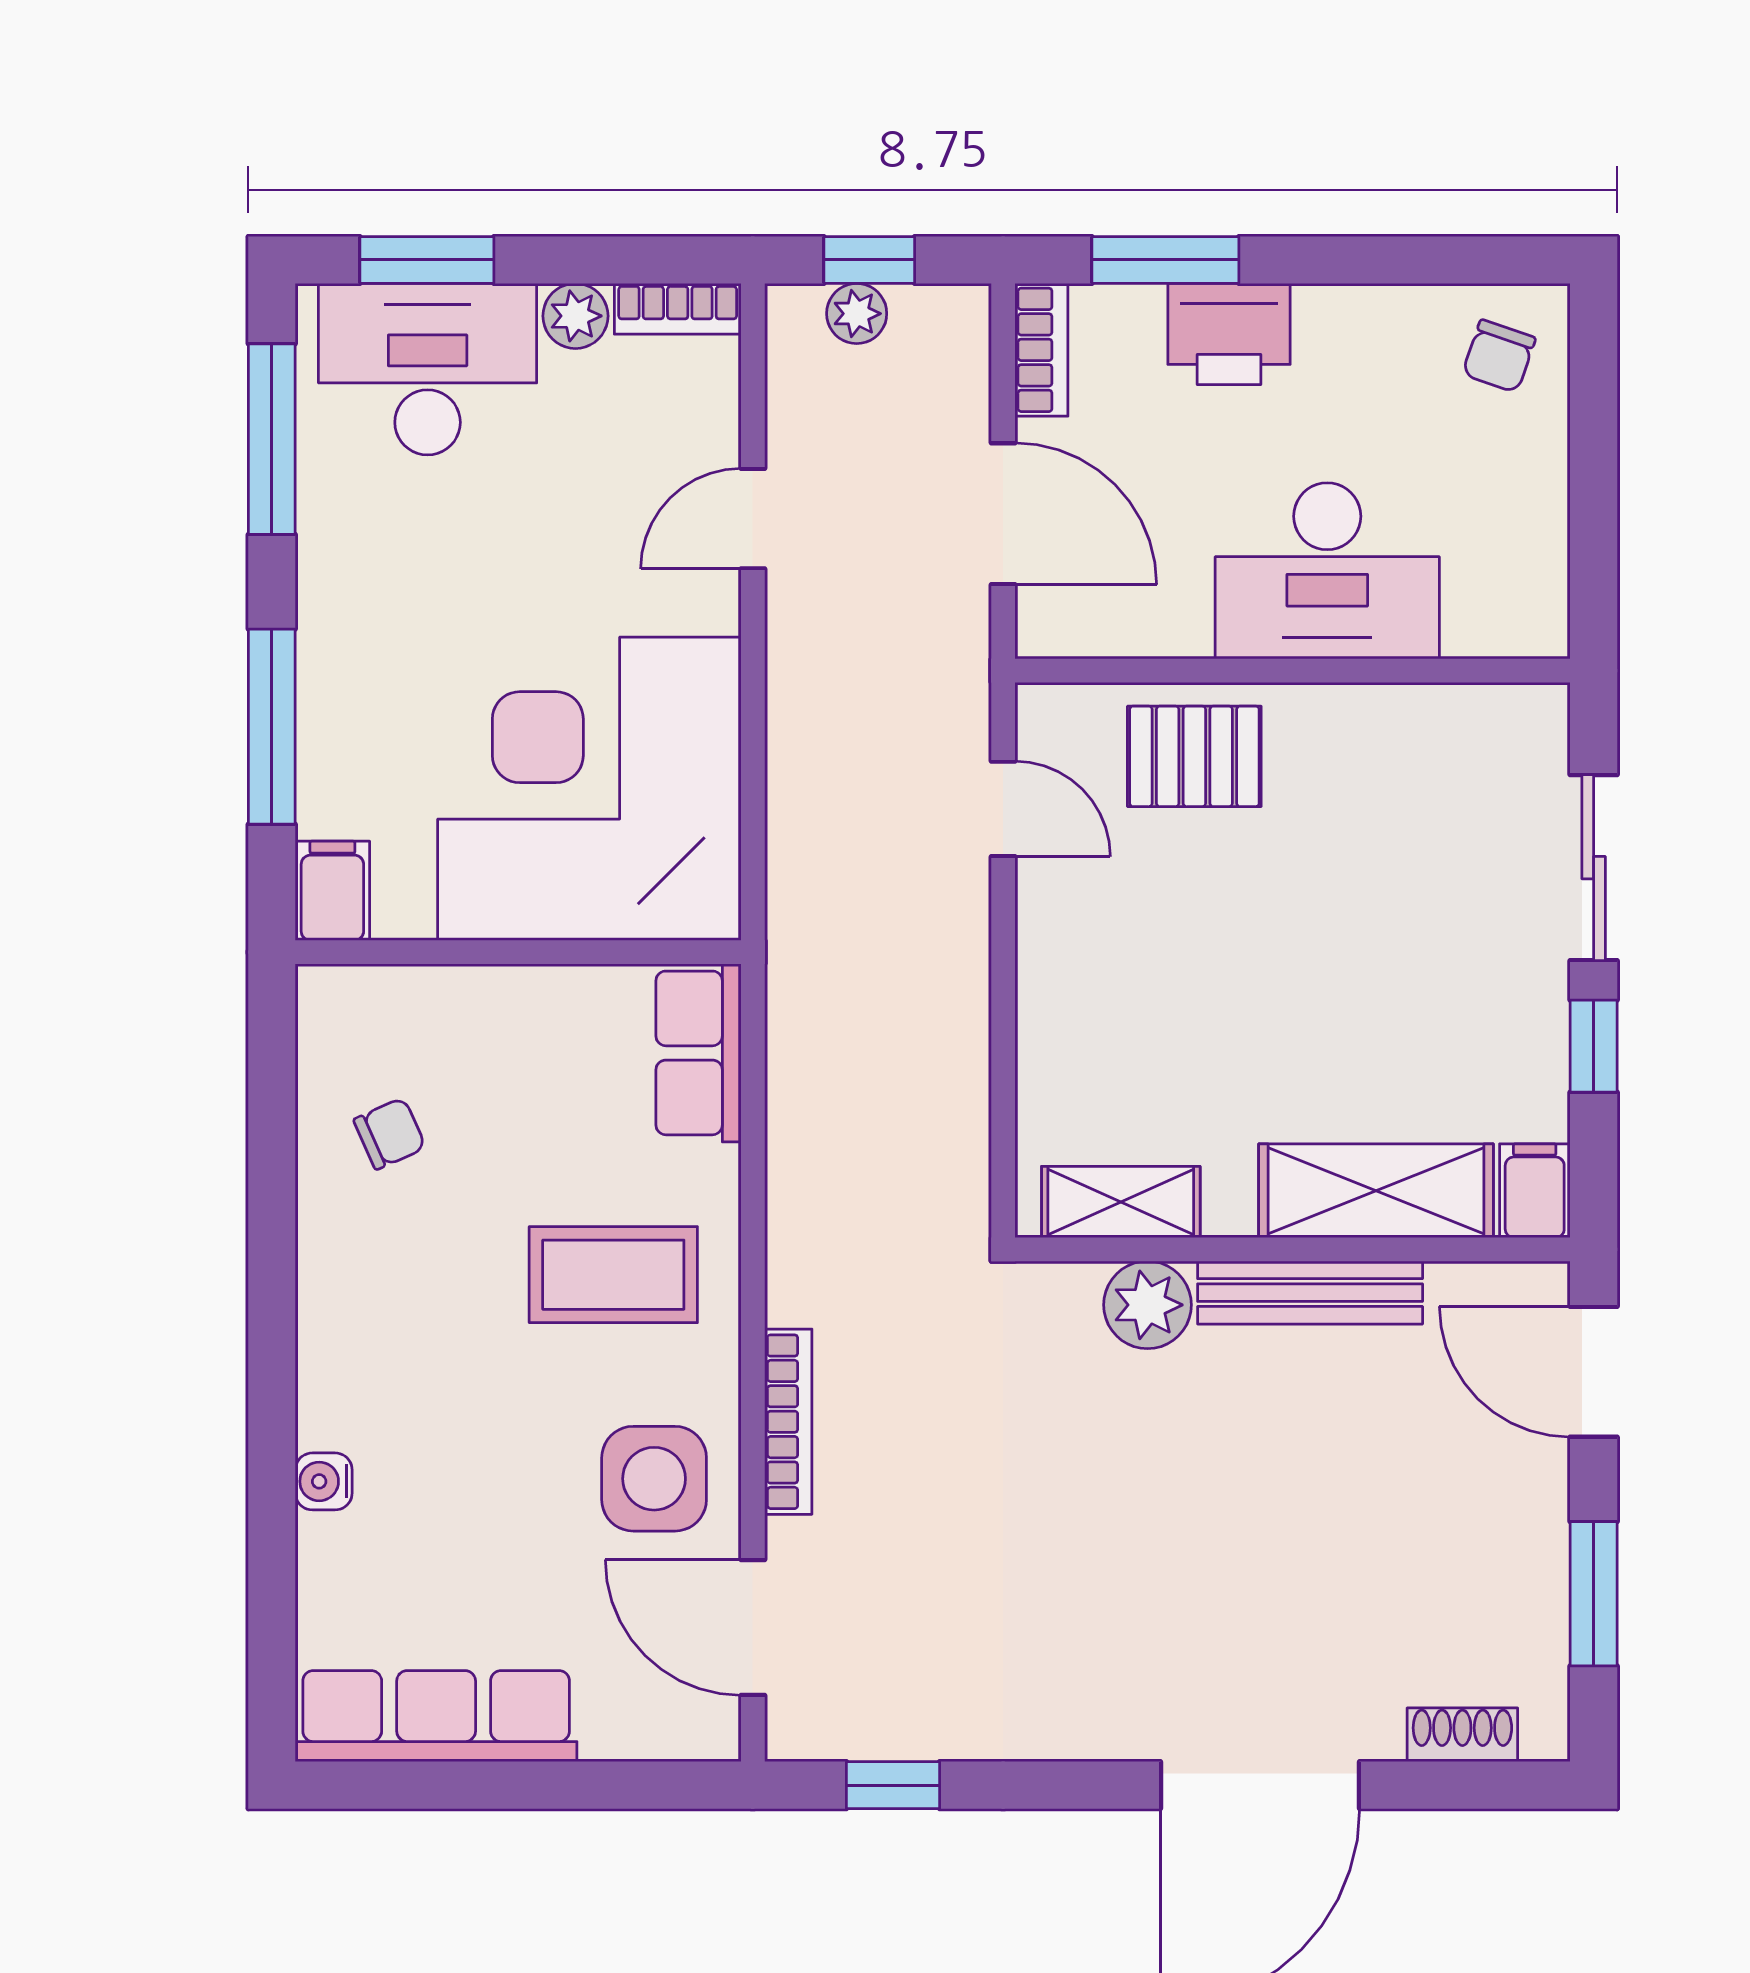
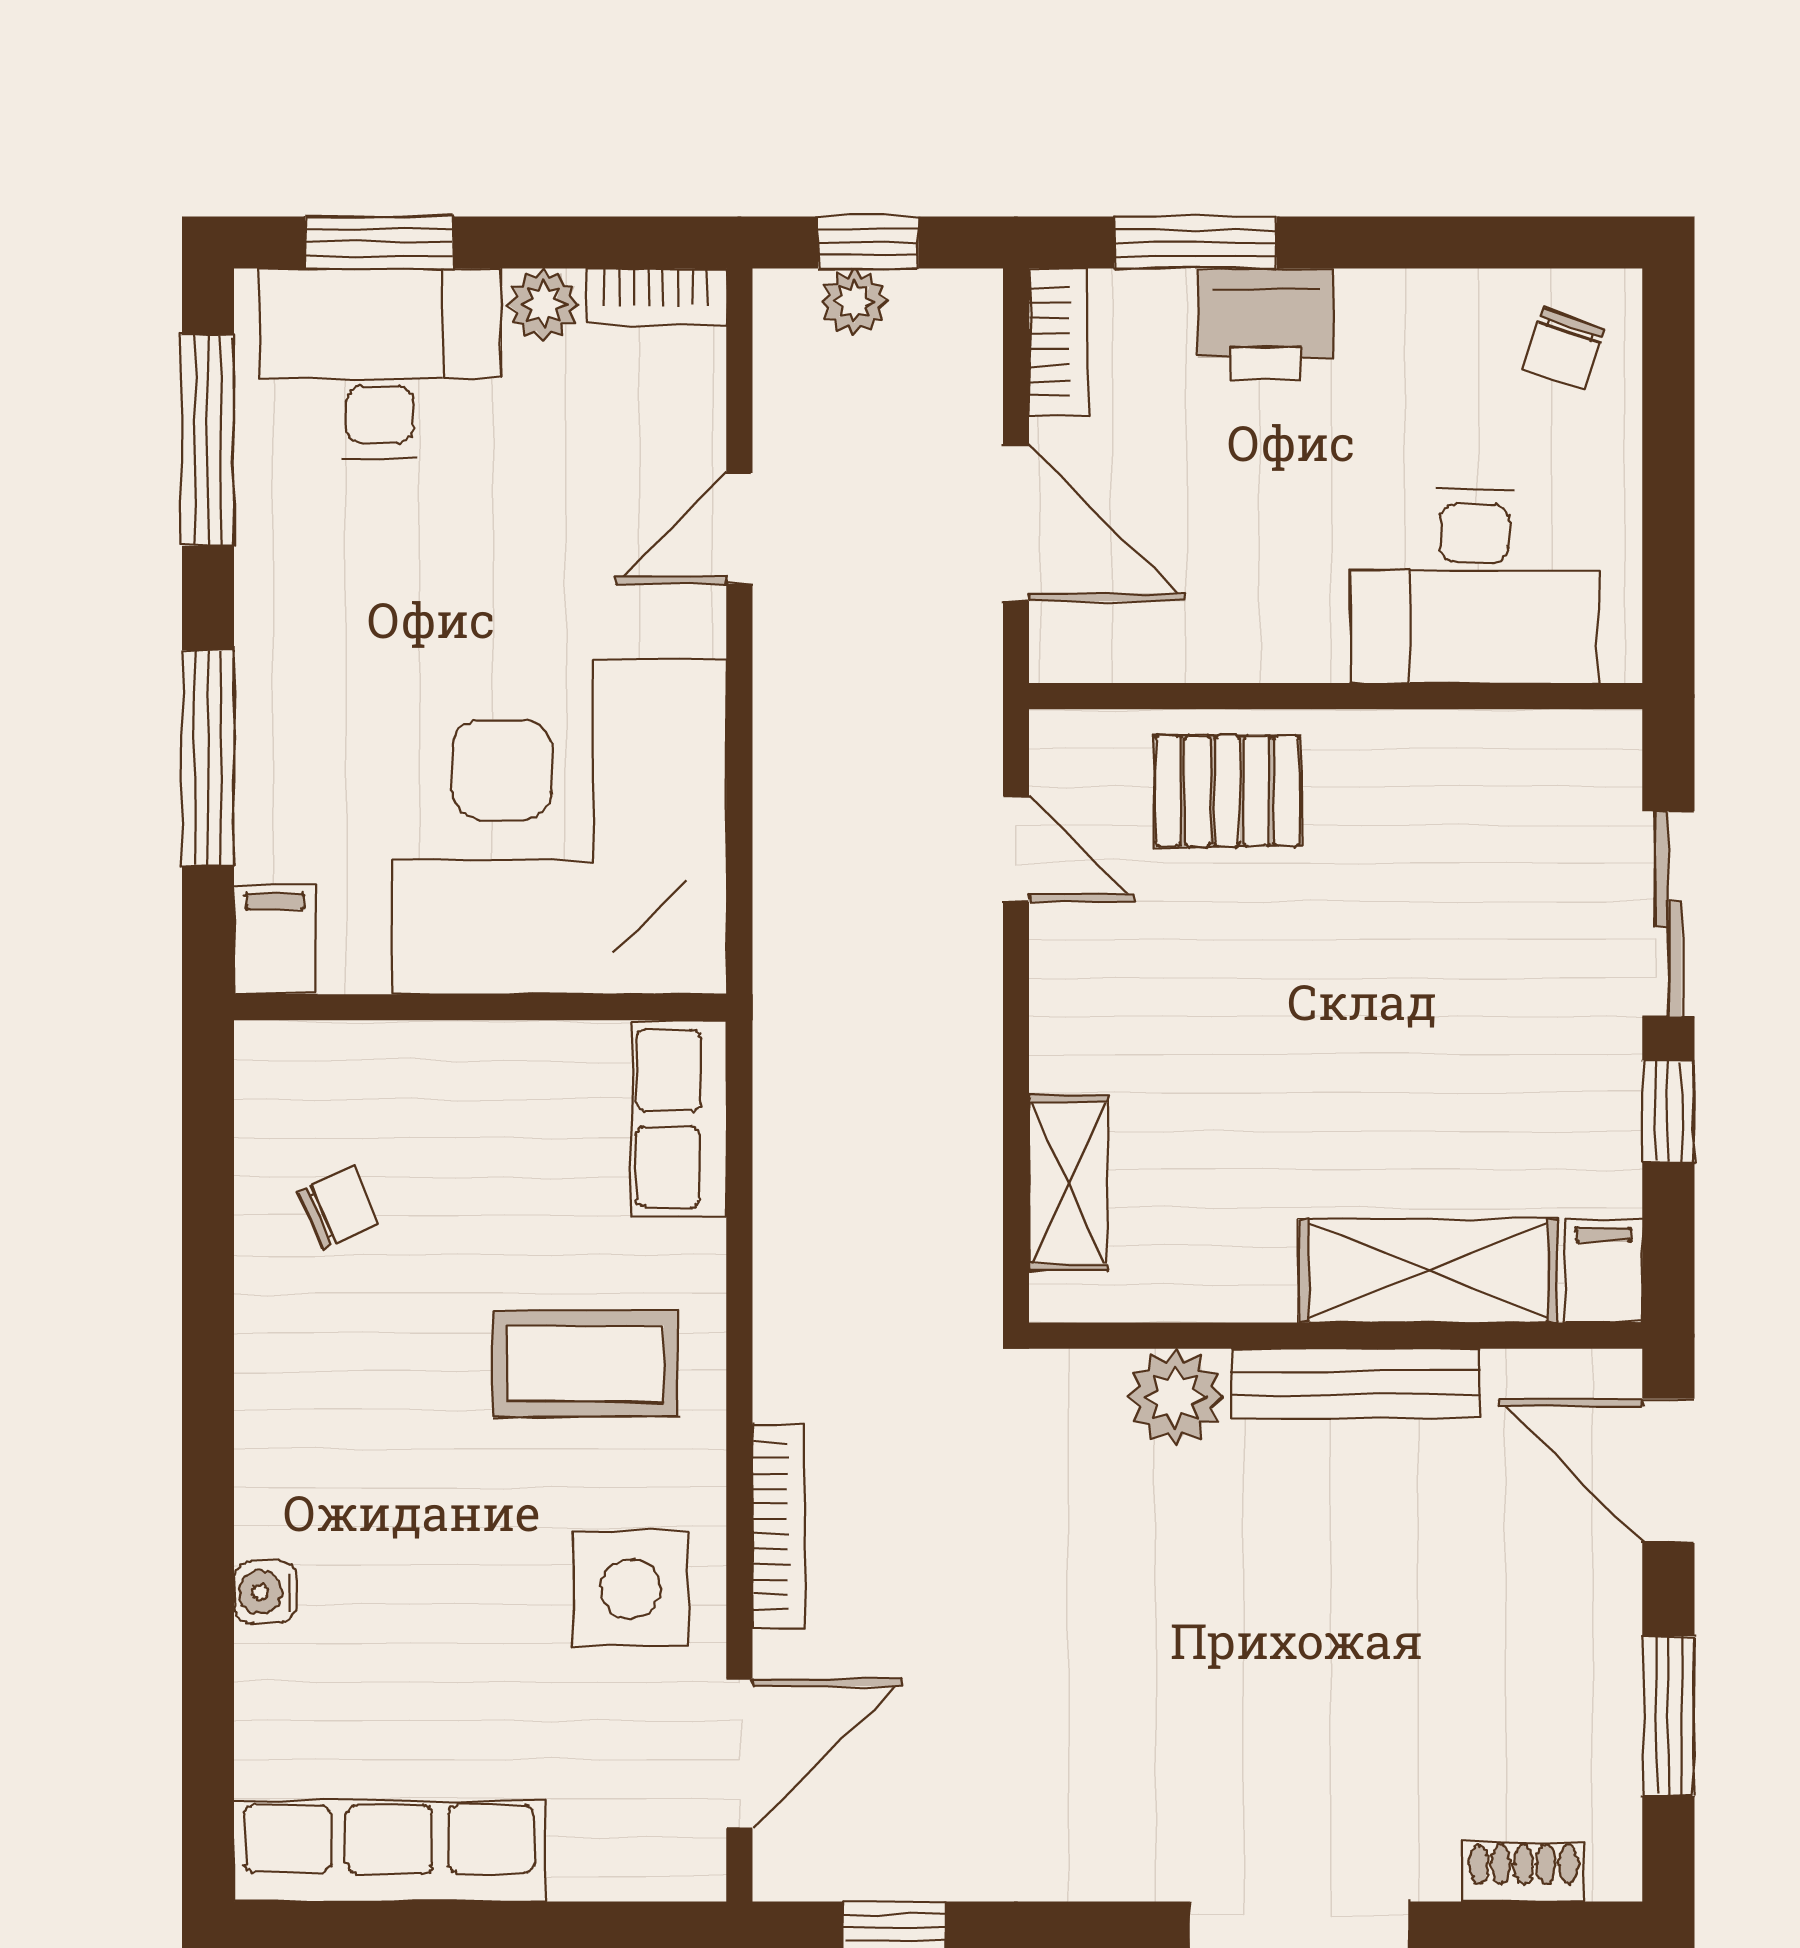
desk: (1327, 571) -> (1474, 586), moved
shelving: (1121, 1202) -> (1068, 1183), moved, turned 90
door: (753, 1628) -> (739, 1753), swing flipped

